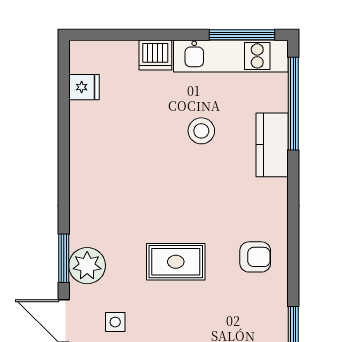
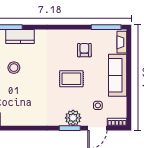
armchair: (255, 257) -> (84, 50), moved
rug: (176, 262) -> (71, 79), turned 90

